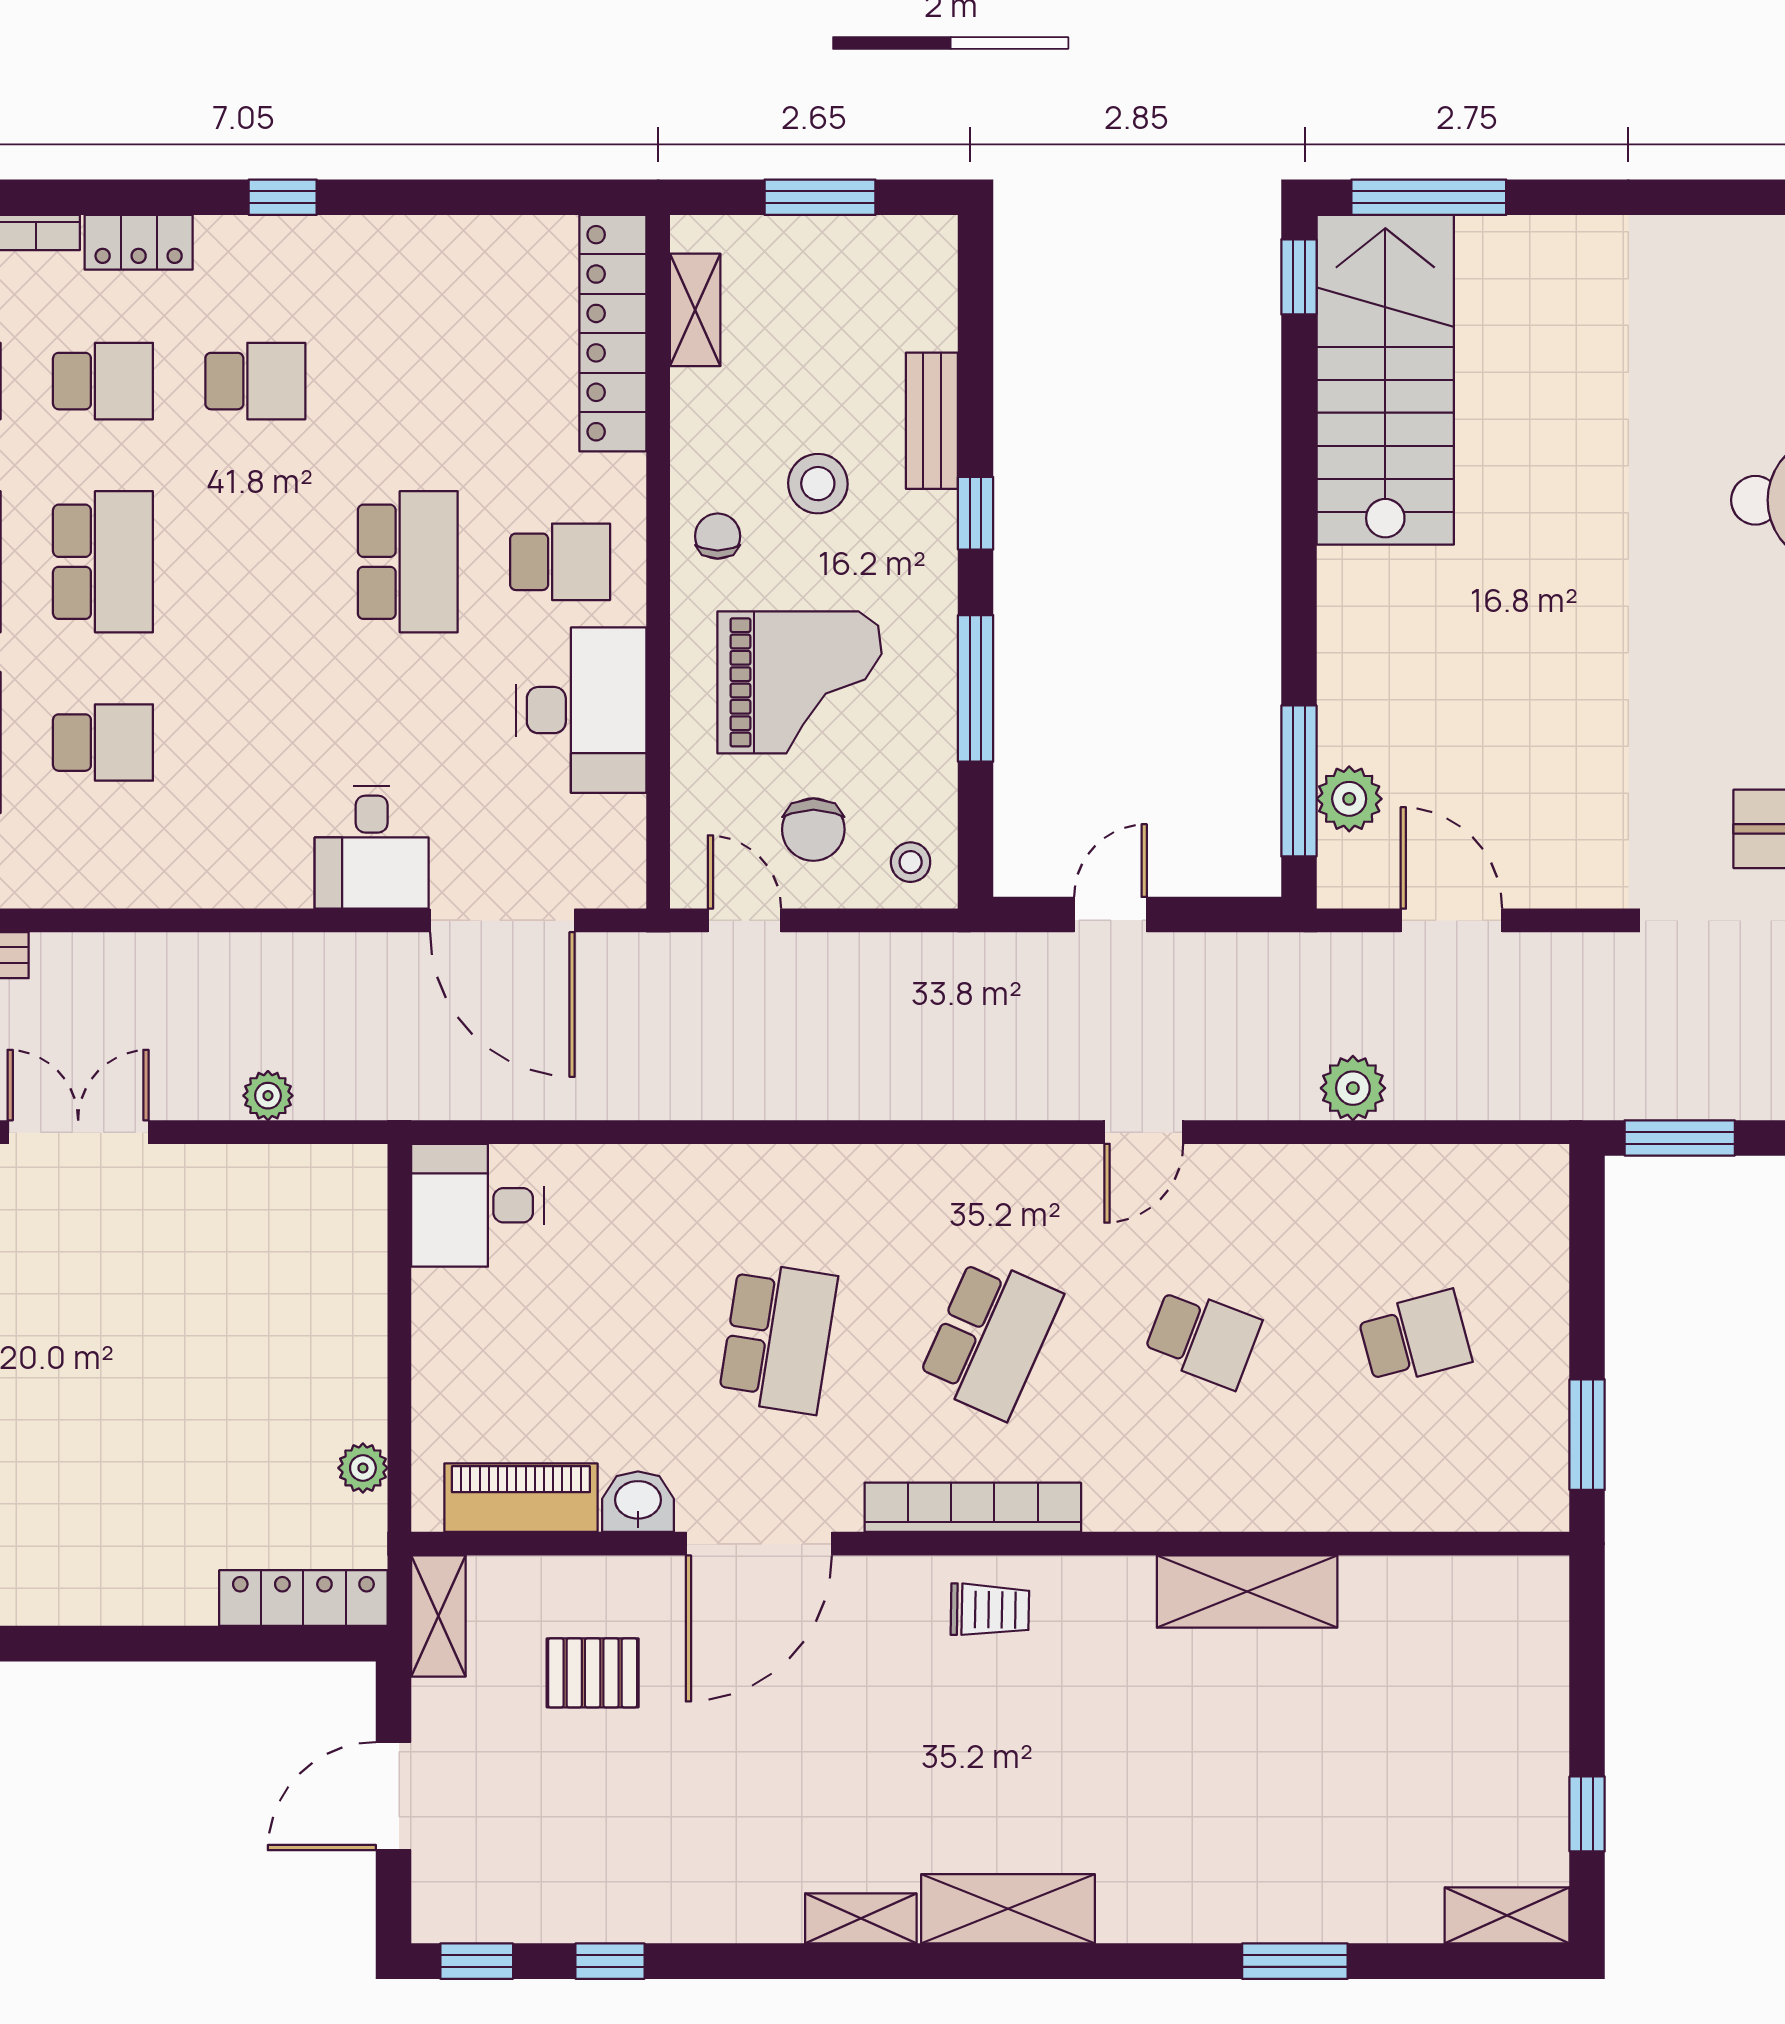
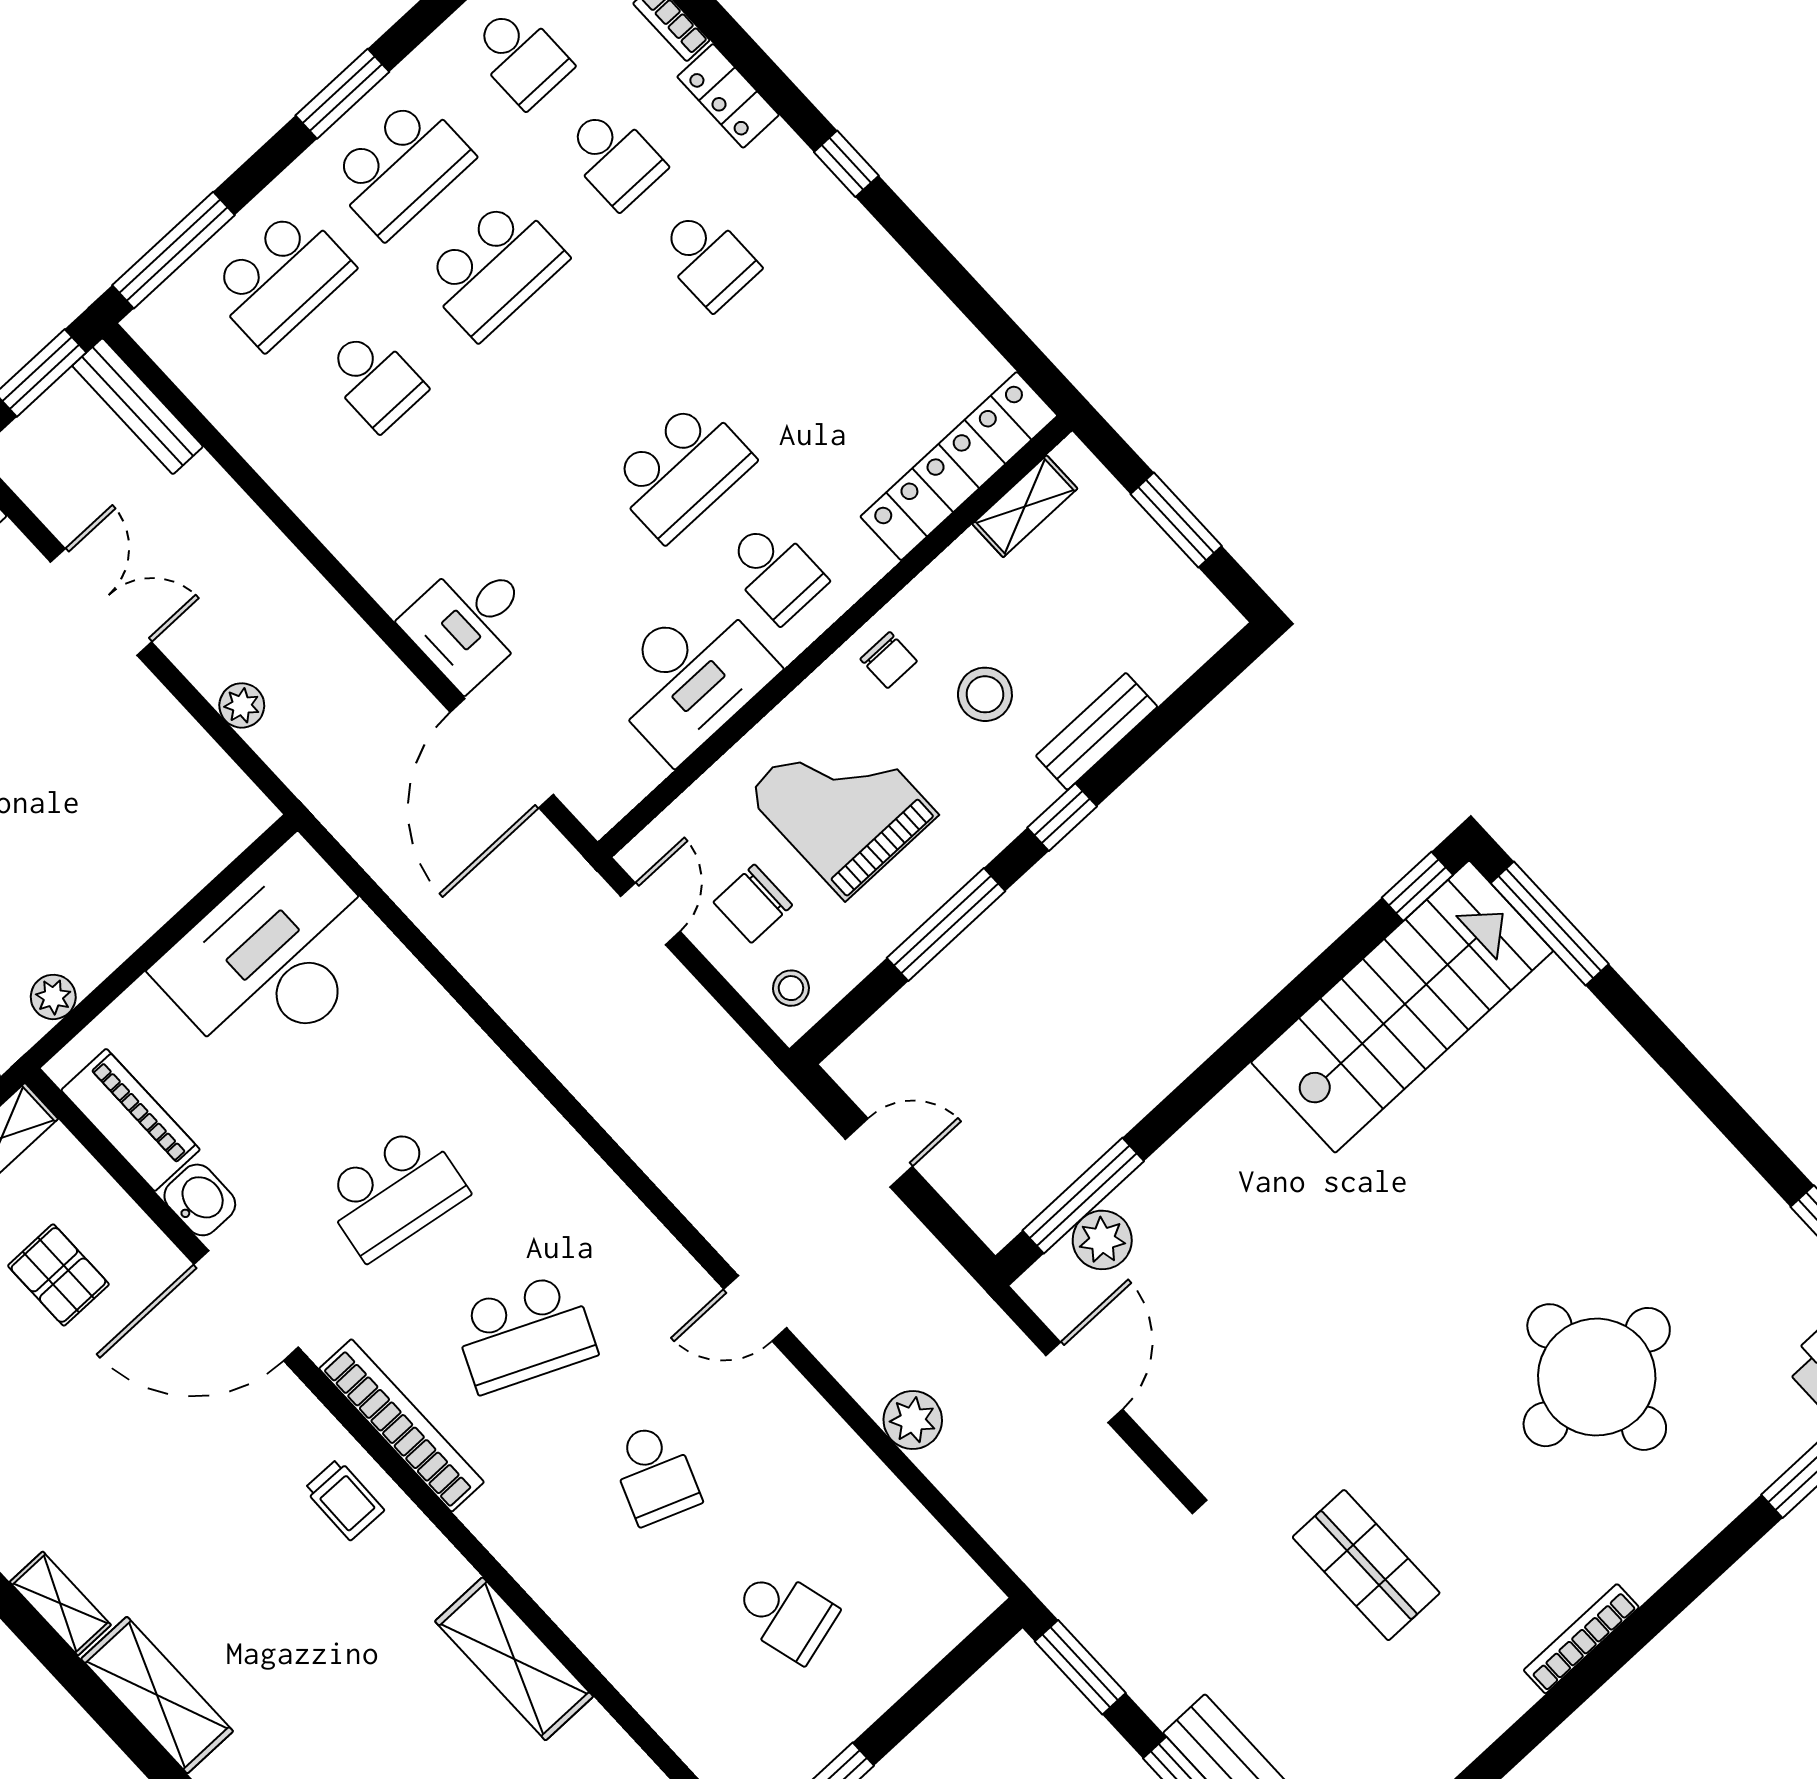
chair: (718, 536) -> (889, 660), turned 90
grand piano: (799, 682) -> (842, 804), turned 180
desk: (477, 1205) -> (274, 958), width x1.87, depth x1.30

